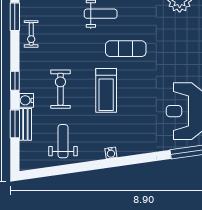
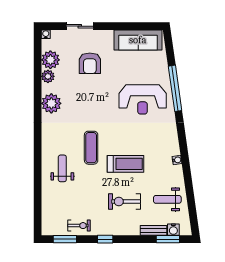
window: (15, 81) -> (105, 239), moved
water cooler: (26, 100) -> (173, 230), moved
window: (15, 124) -> (168, 239), moved

